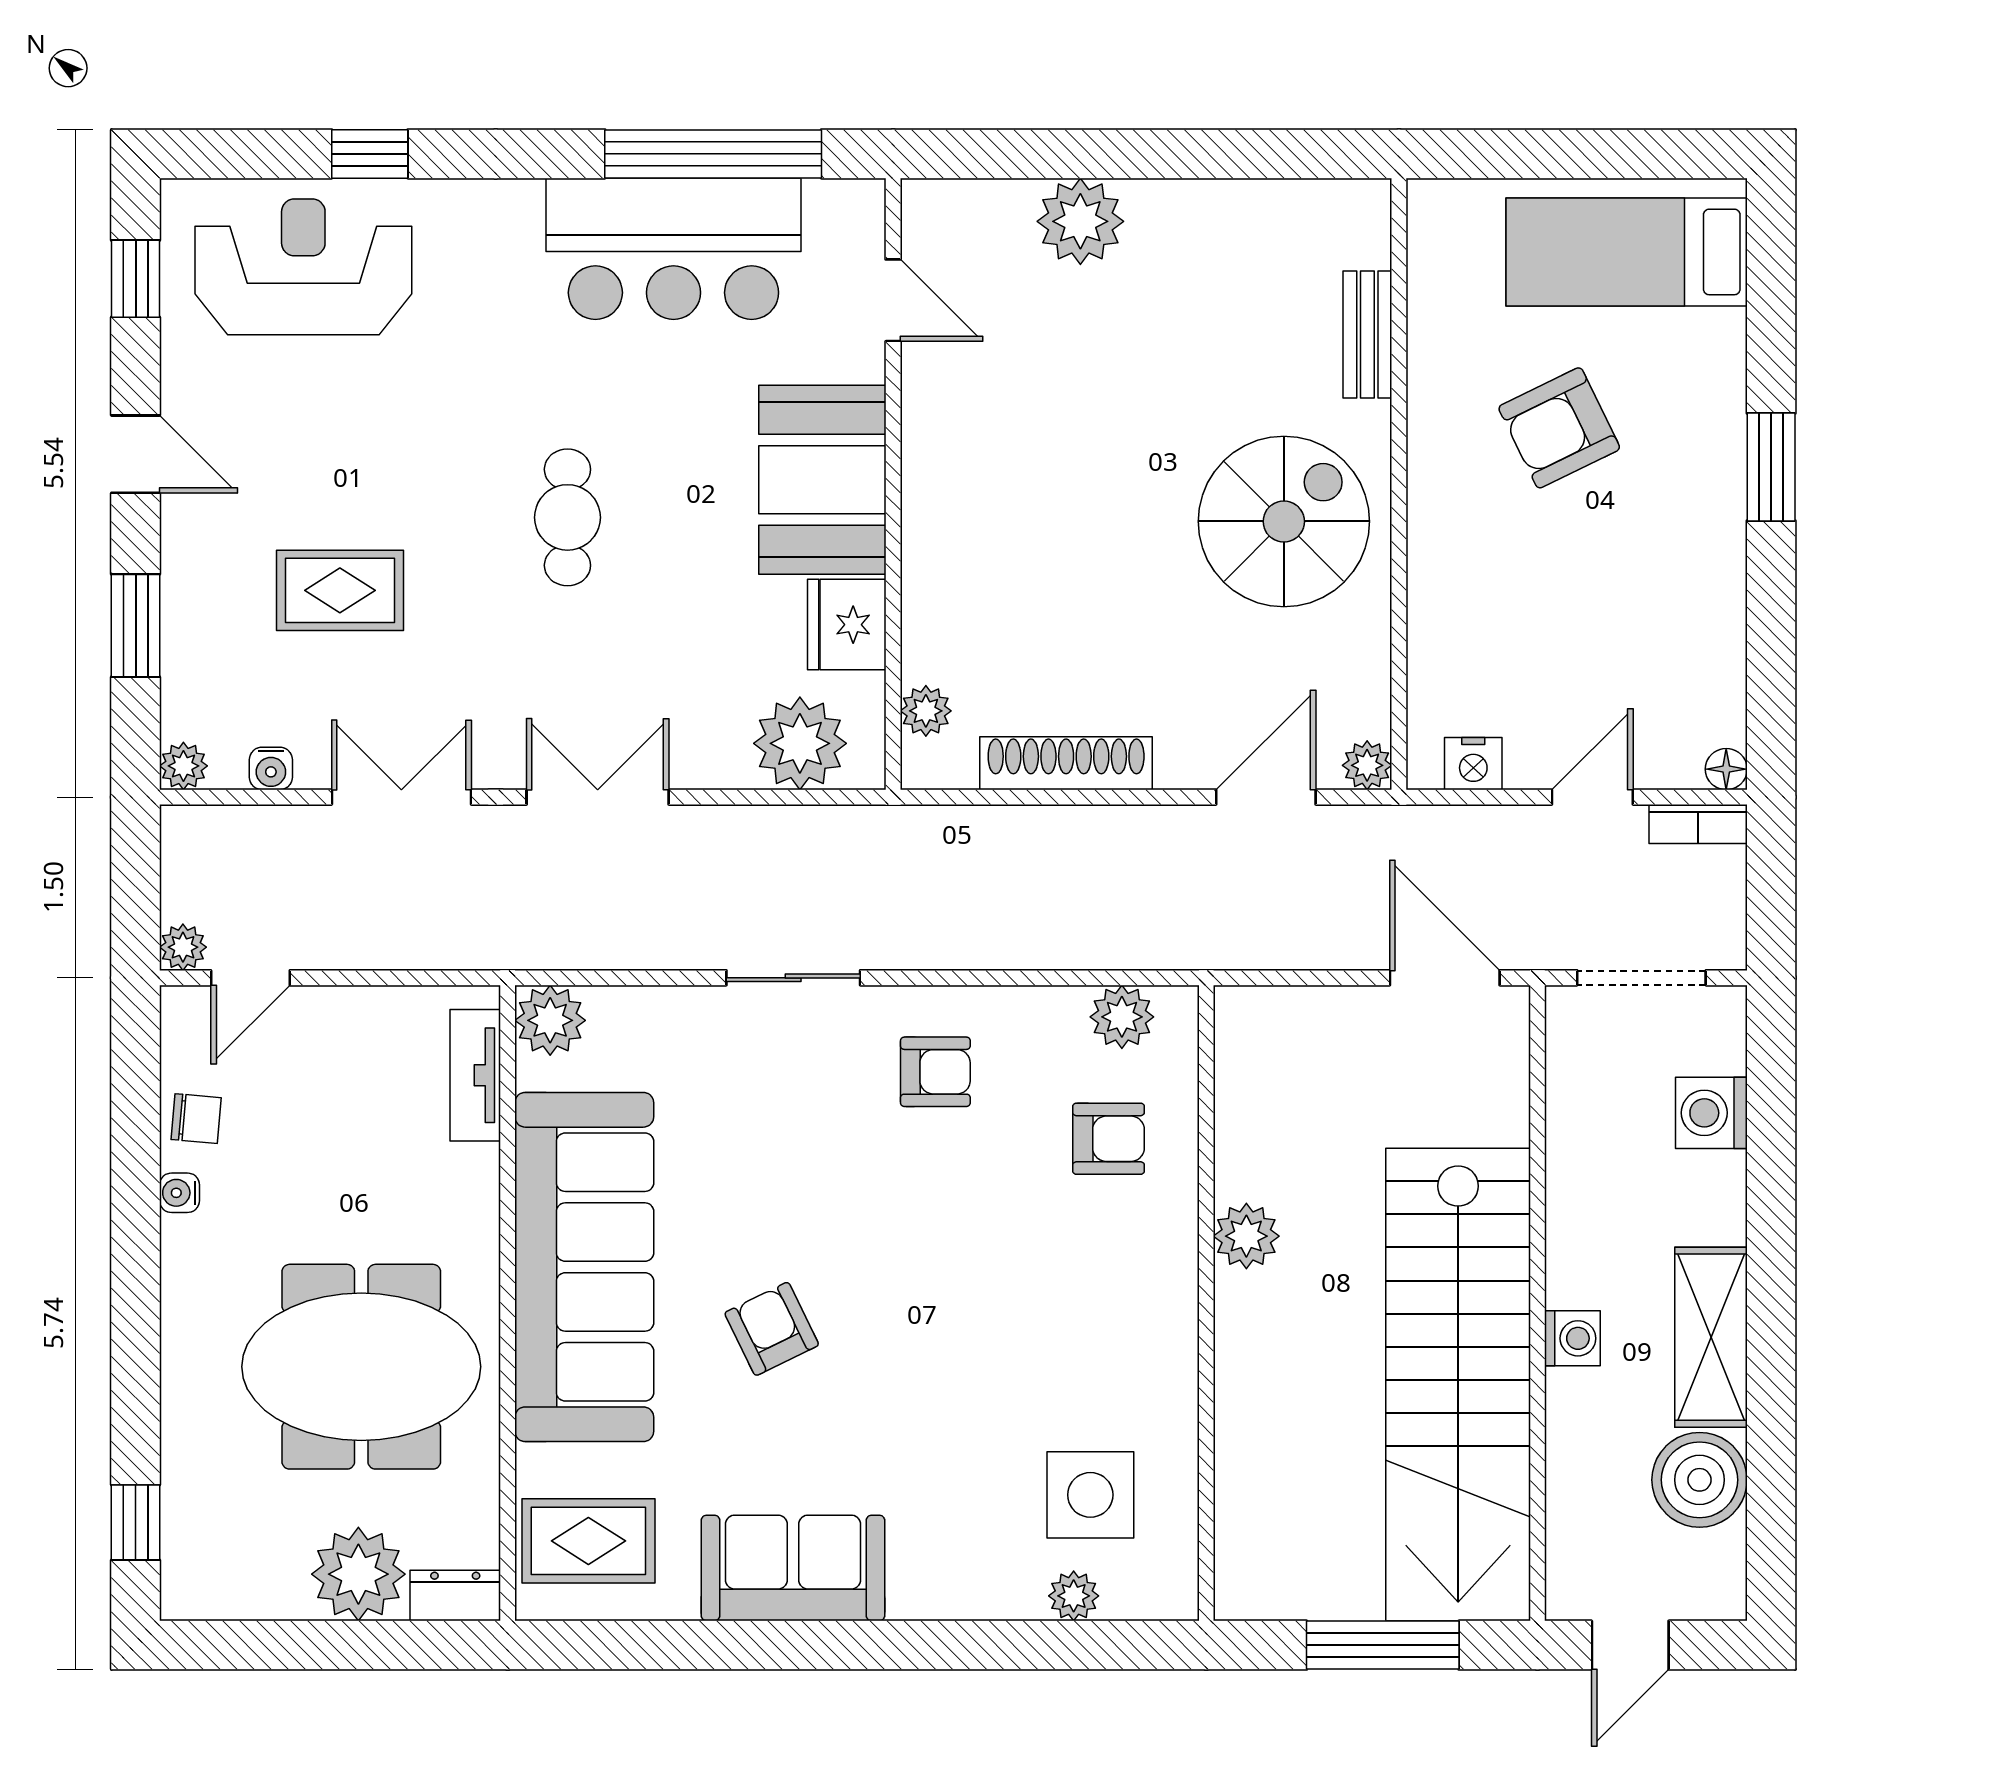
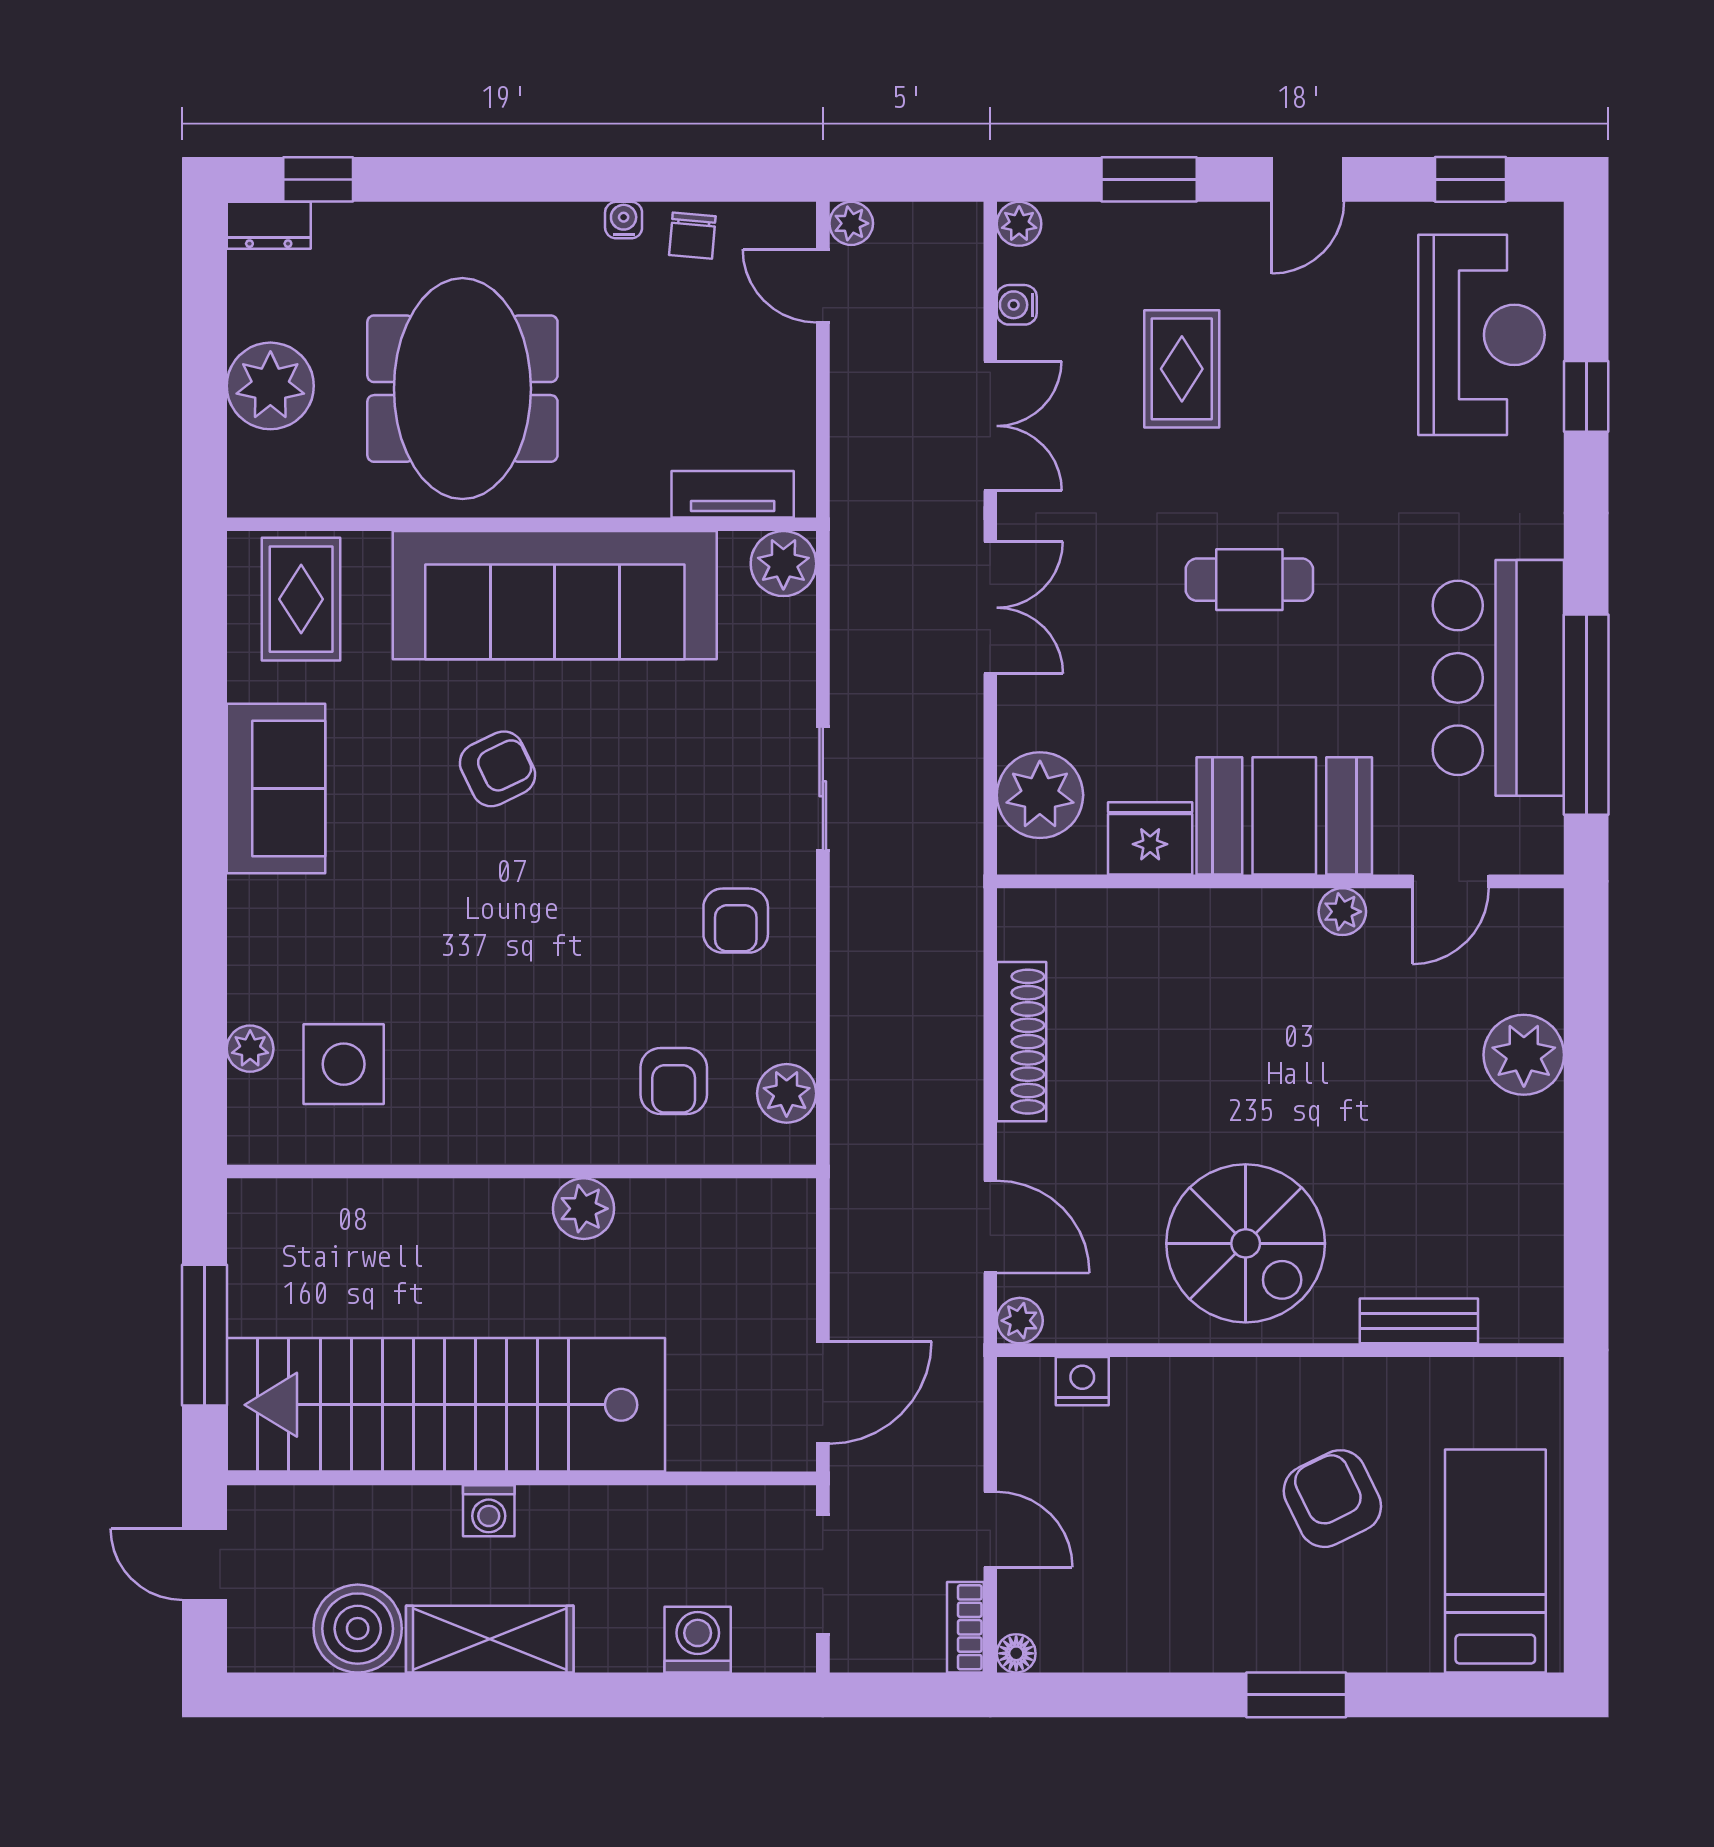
plant: (926, 711) -> (1342, 912), moved
nightstand: (1473, 764) -> (1082, 1381), moved, turned 90
dresser: (455, 1596) -> (269, 225), moved, turned 90

